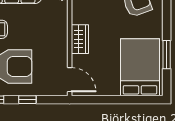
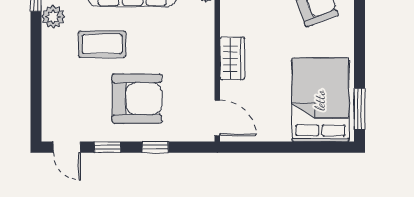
window: (167, 55) -> (359, 109), moved

